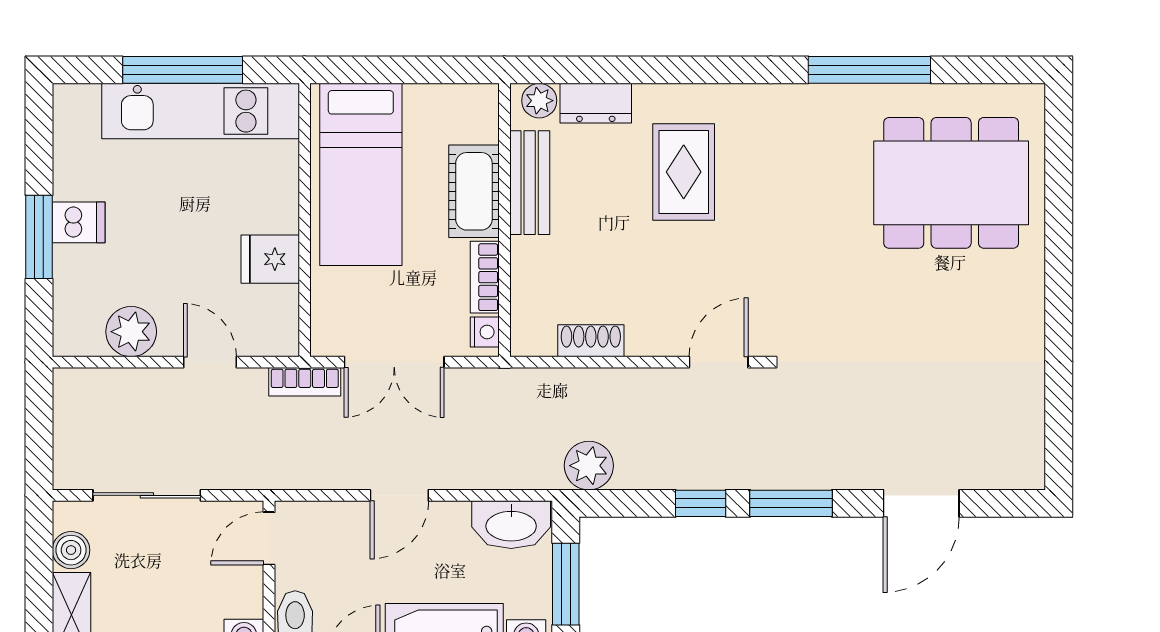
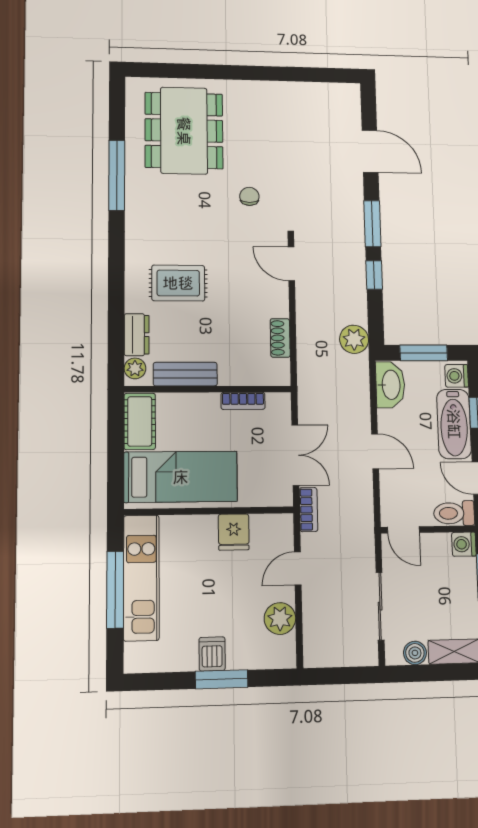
cot: (474, 191) -> (140, 421), moved, turned 90
chair: (836, 293) -> (249, 196), added
nightstand: (485, 332) -> (276, 401), removed

